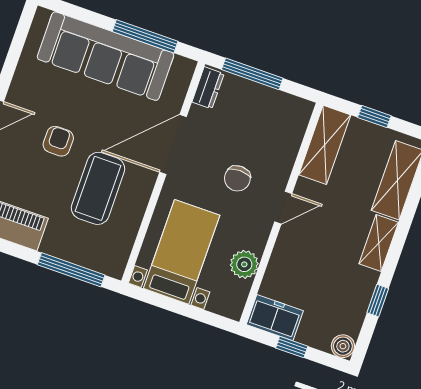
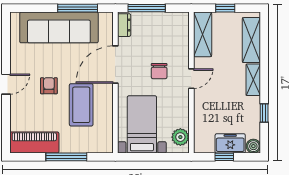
plant: (244, 264) -> (180, 137), moved
window: (71, 270) -> (66, 157), moved
freezer: (275, 318) -> (230, 143), moved

